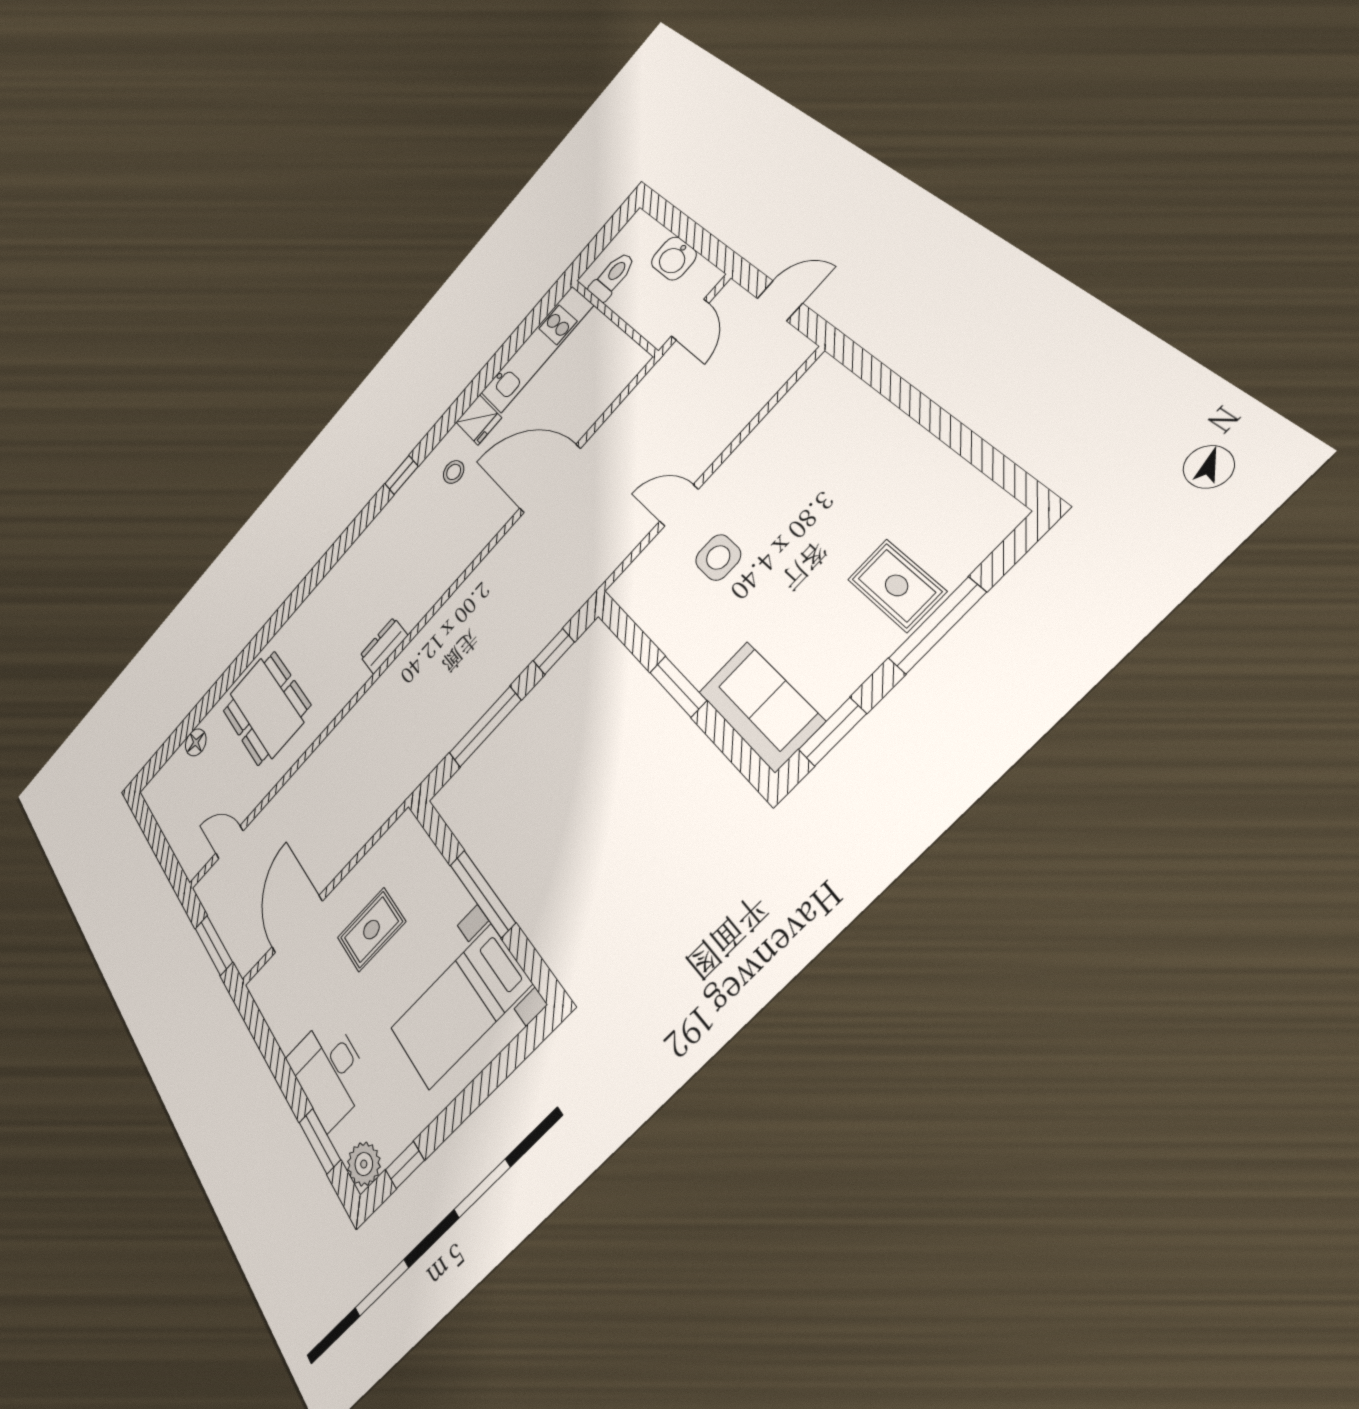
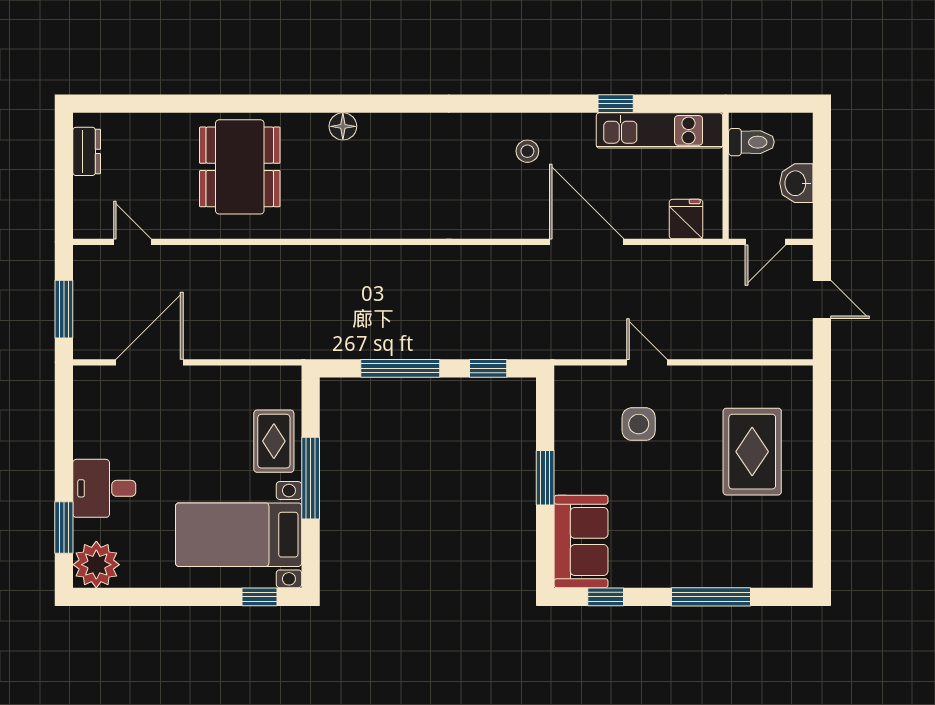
fridge: (479, 420) -> (686, 219), moved, turned 180
window: (402, 475) -> (616, 104), moved
rug: (897, 585) -> (752, 452), moved, width x1.36, depth x1.43
dresser: (384, 646) -> (87, 151), moved, turned 90
window: (832, 732) -> (606, 597), width x0.67
floor lamp: (196, 742) -> (343, 126), moved
rug: (371, 930) -> (274, 441), moved, turned 90
desk: (329, 1071) -> (104, 488), width x0.73
plant: (364, 1164) -> (96, 565), width x1.36, depth x1.36
window: (405, 1165) -> (260, 597), moved

